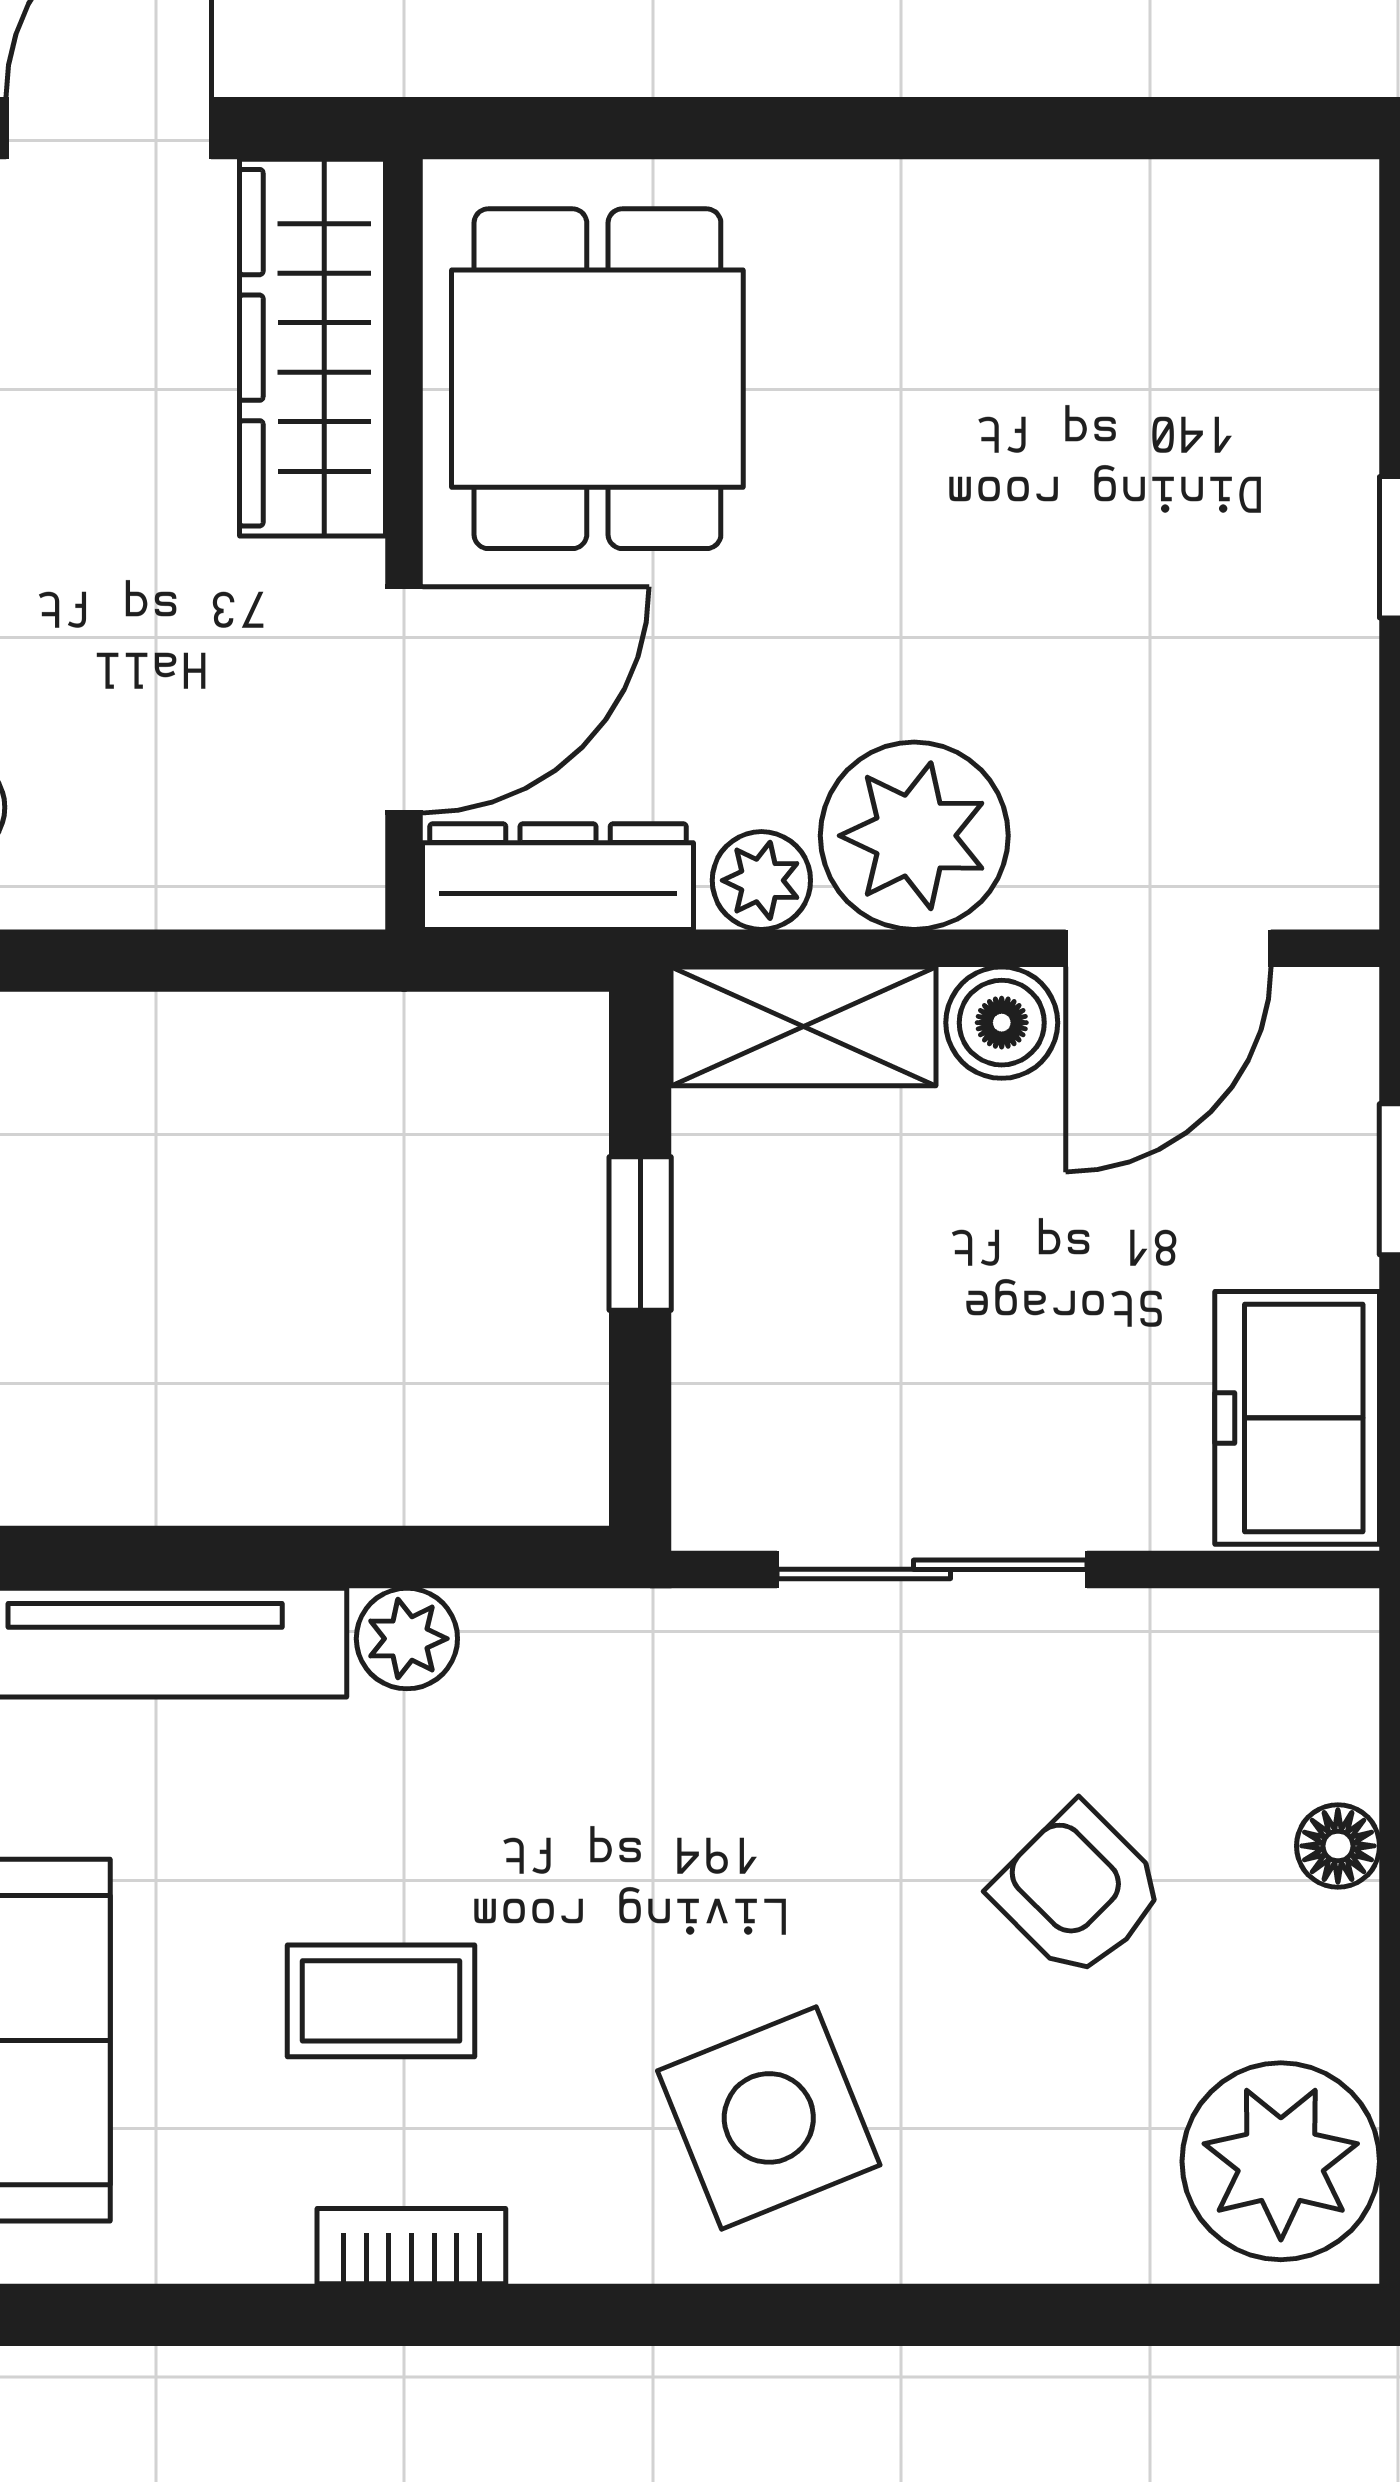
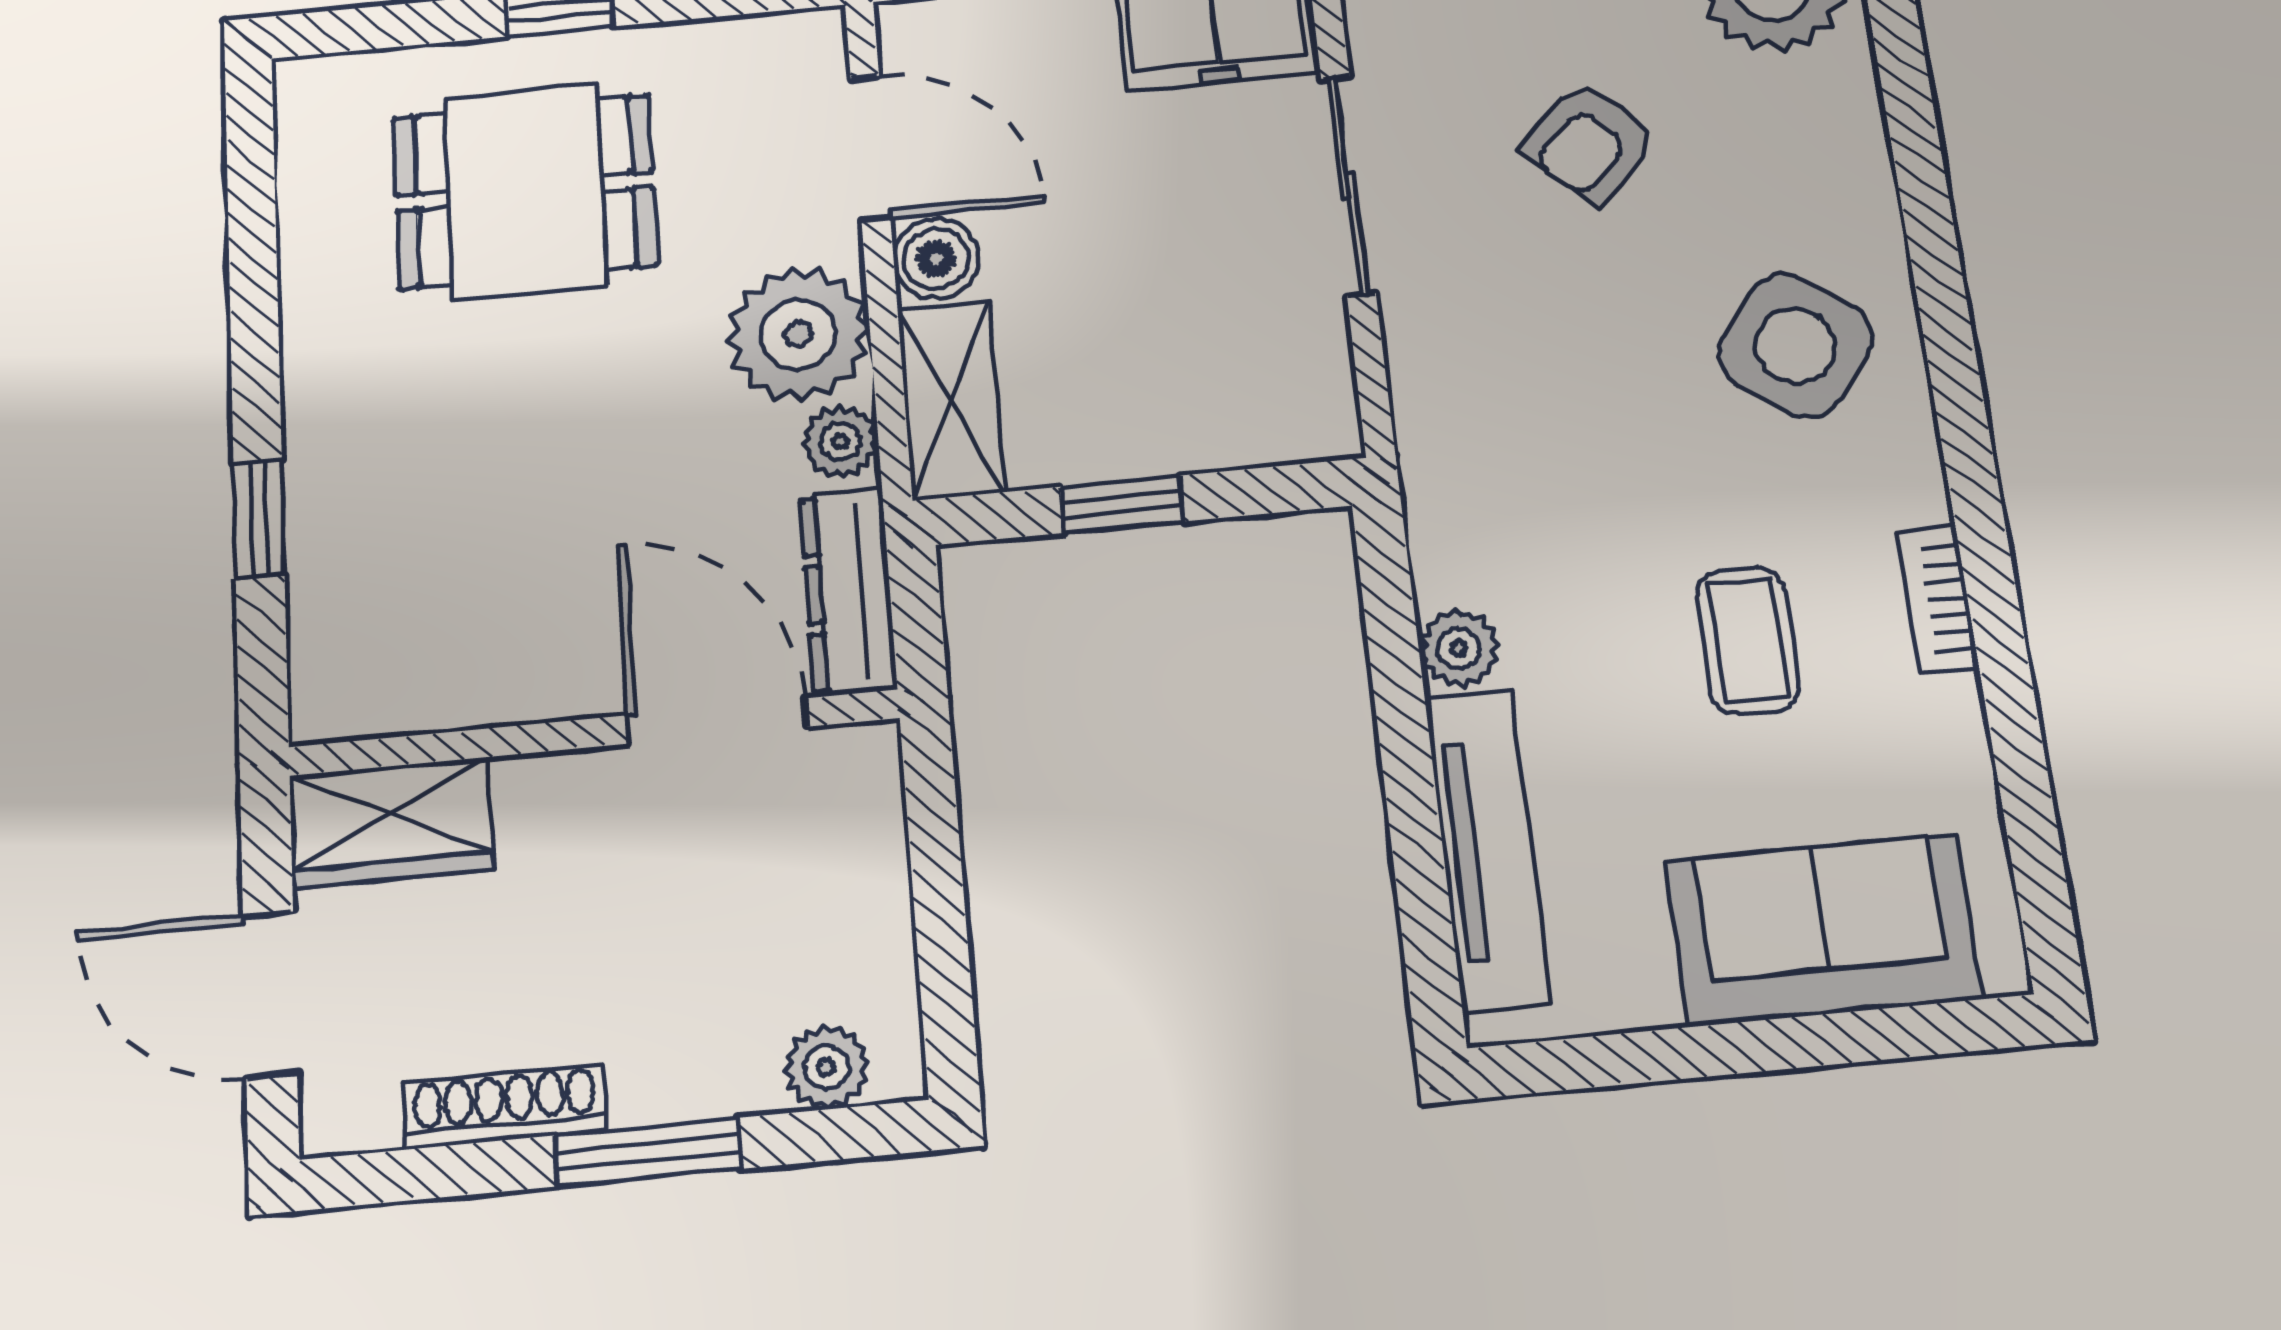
window: (731, 128) -> (259, 519), added
wardrobe: (313, 348) -> (391, 823), width x0.67
dining table: (597, 379) -> (525, 191), moved
sliding door: (932, 1569) -> (1348, 185), moved
side table: (769, 2118) -> (1795, 345), turned -31

